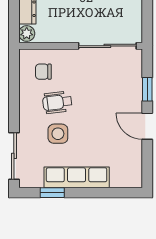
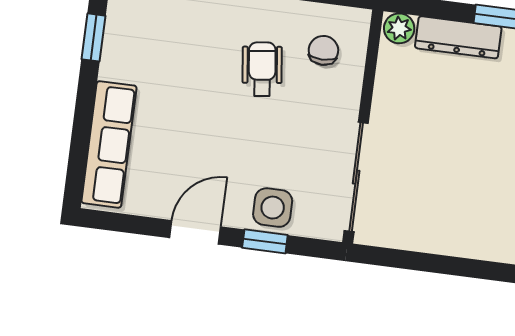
side table: (58, 134) -> (273, 208), moved
row of seats: (77, 177) -> (109, 144), moved

